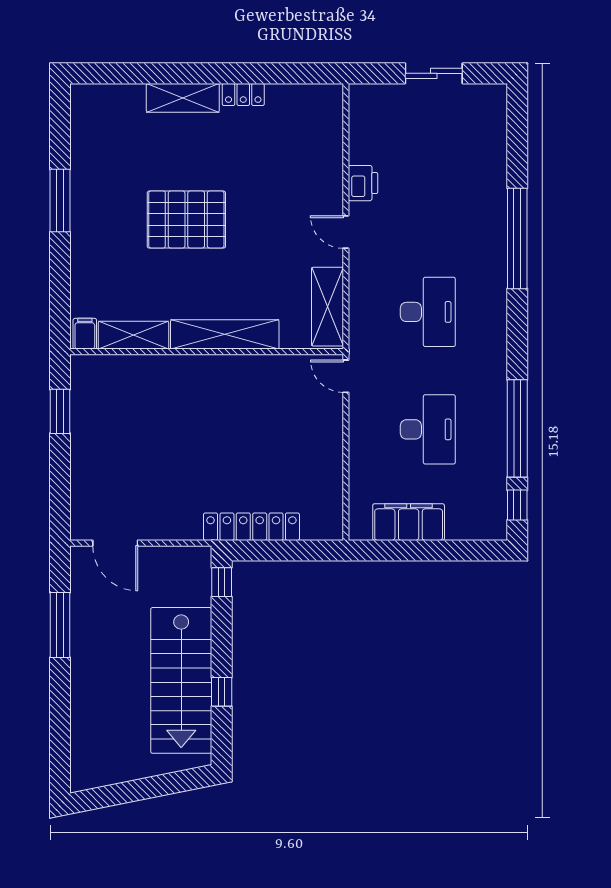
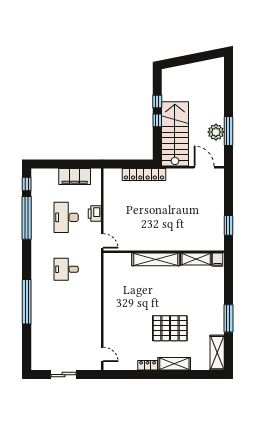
printer: (363, 183) -> (95, 214), moved
pallet: (186, 220) -> (170, 328), moved
door: (346, 232) -> (102, 354), moved
shelving: (327, 307) -> (217, 353), moved
desk: (428, 312) -> (66, 269), width x0.73
window: (222, 582) -> (157, 120), moved
plant: (88, 623) -> (216, 132), added
stairs: (181, 680) -> (175, 134), moved

